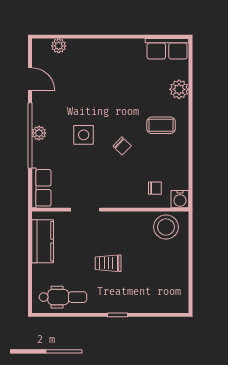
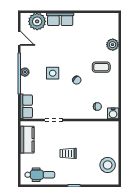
plant: (59, 46) -> (37, 21), width x1.88, depth x1.88
row of seats: (167, 49) -> (60, 19), moved
stool: (166, 227) -> (108, 165), moved

